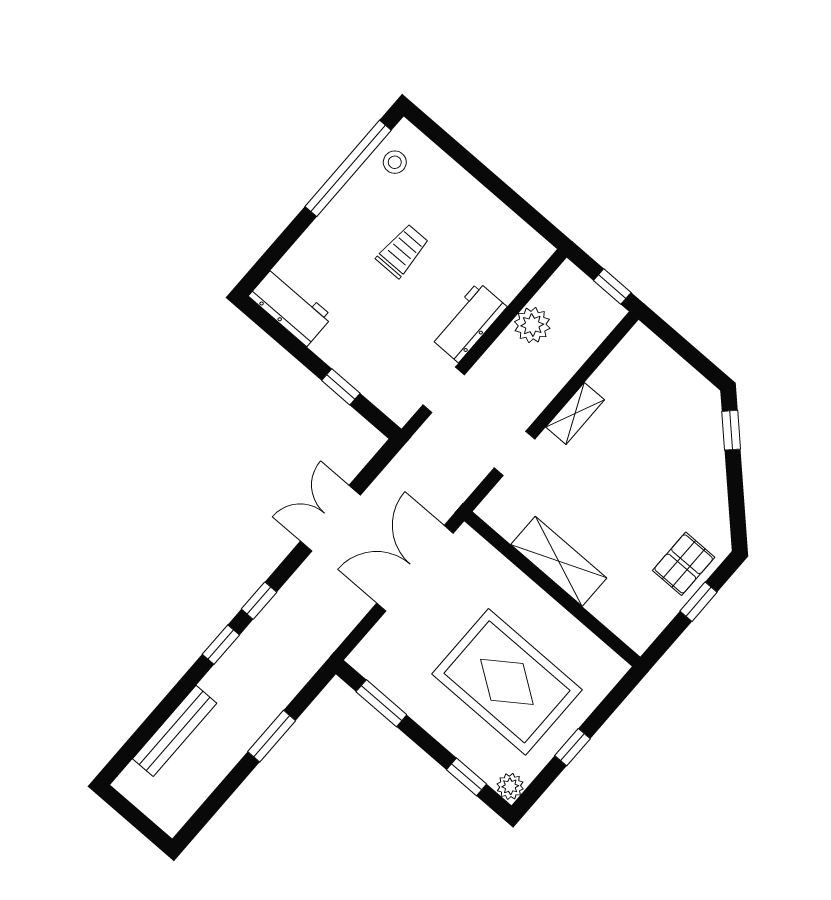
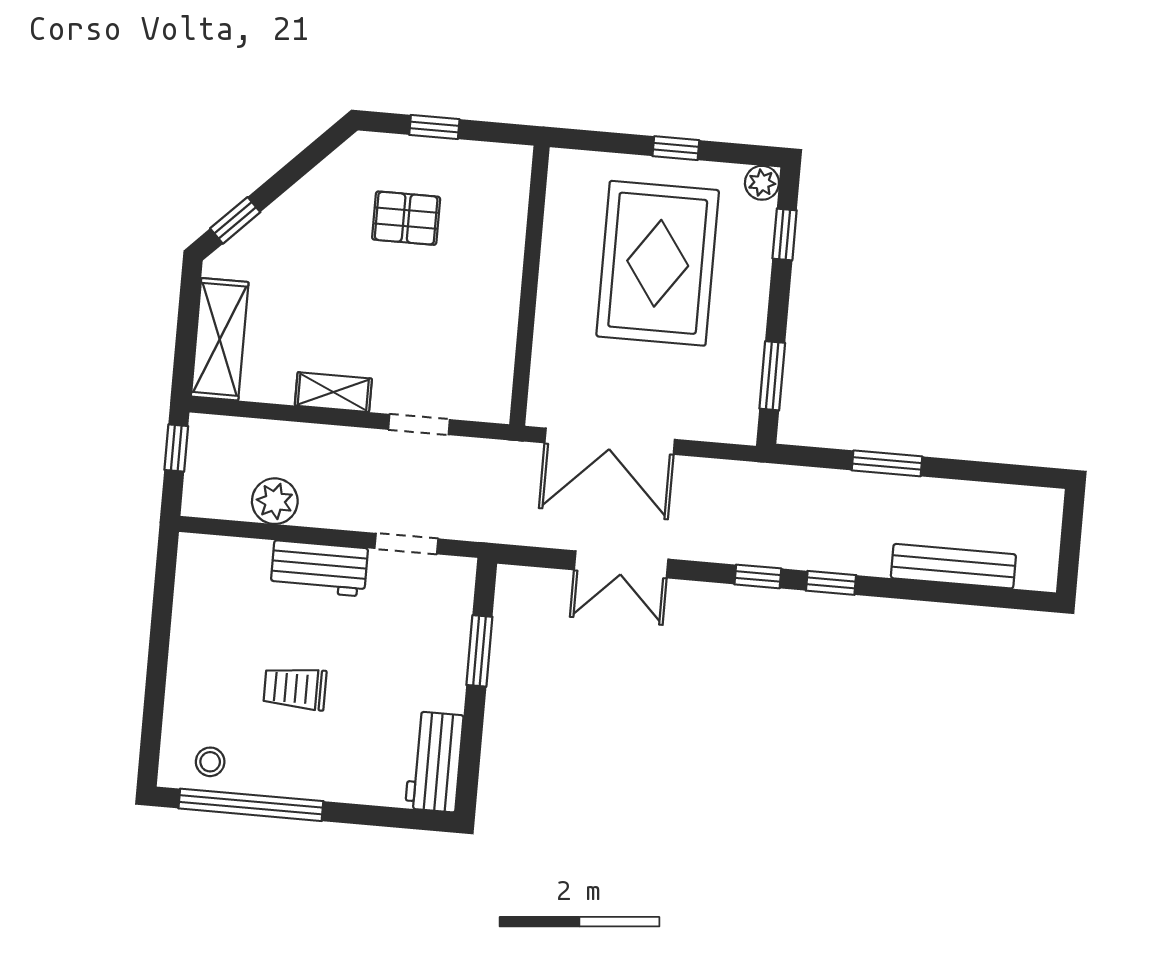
window: (341, 387) -> (479, 651), width x1.50
shelving: (559, 561) -> (220, 339), moved
pallet: (684, 564) -> (406, 218), moved

